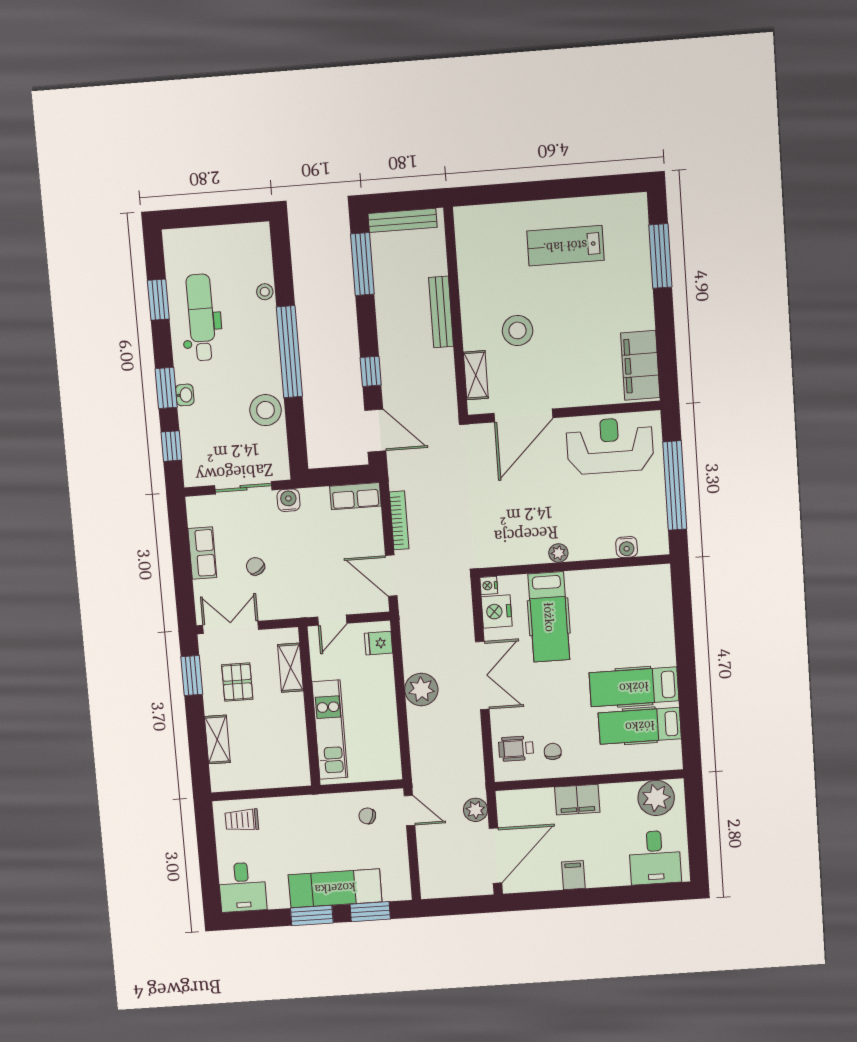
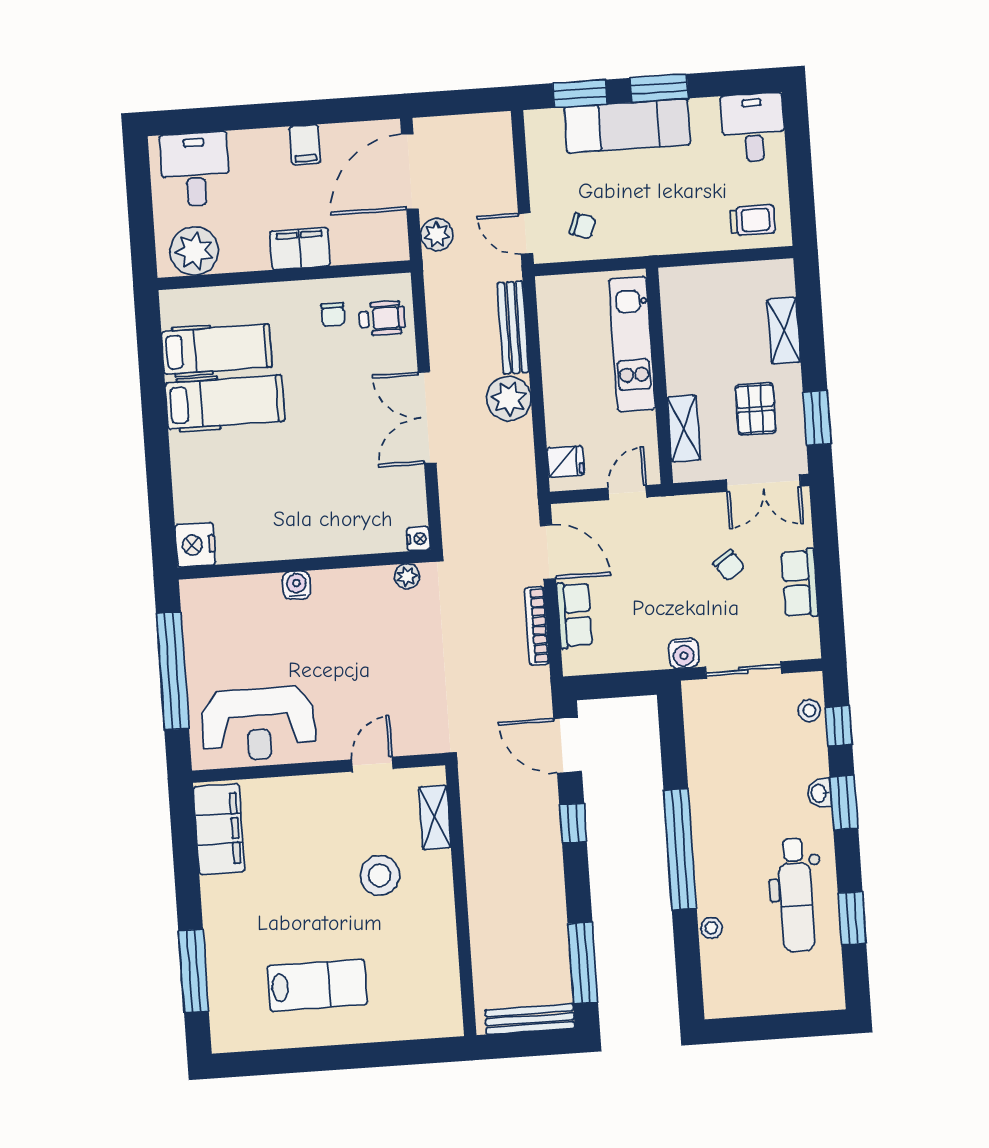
bench: (441, 312) -> (513, 328), moved
stool: (265, 410) -> (809, 711), moved, width x0.53, depth x0.53
door: (523, 415) -> (372, 764), width x0.53
row of seats: (355, 496) -> (574, 615), moved, turned 90
water cooler: (627, 547) -> (297, 585), moved
plant: (558, 553) -> (407, 576), moved
nightstand: (497, 611) -> (195, 545), moved, turned 180
hospital bed: (549, 617) -> (338, 496), removed

